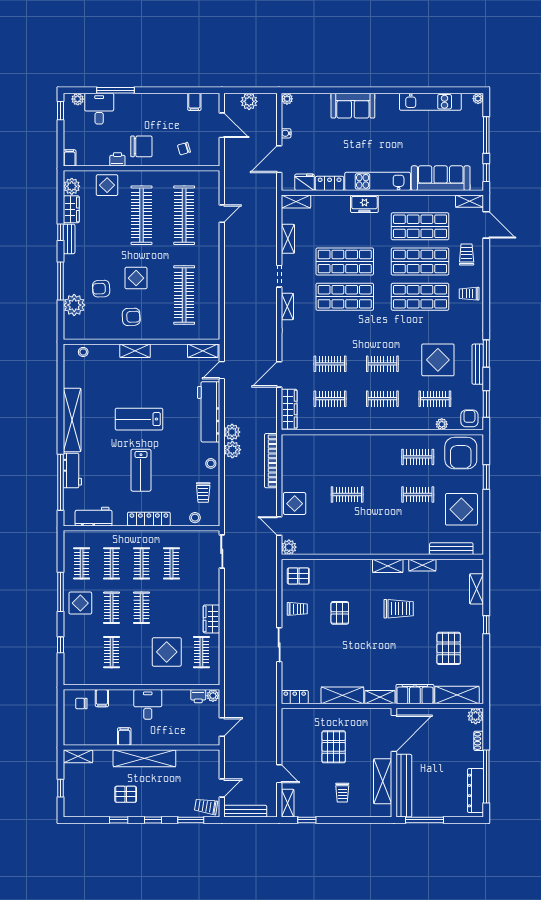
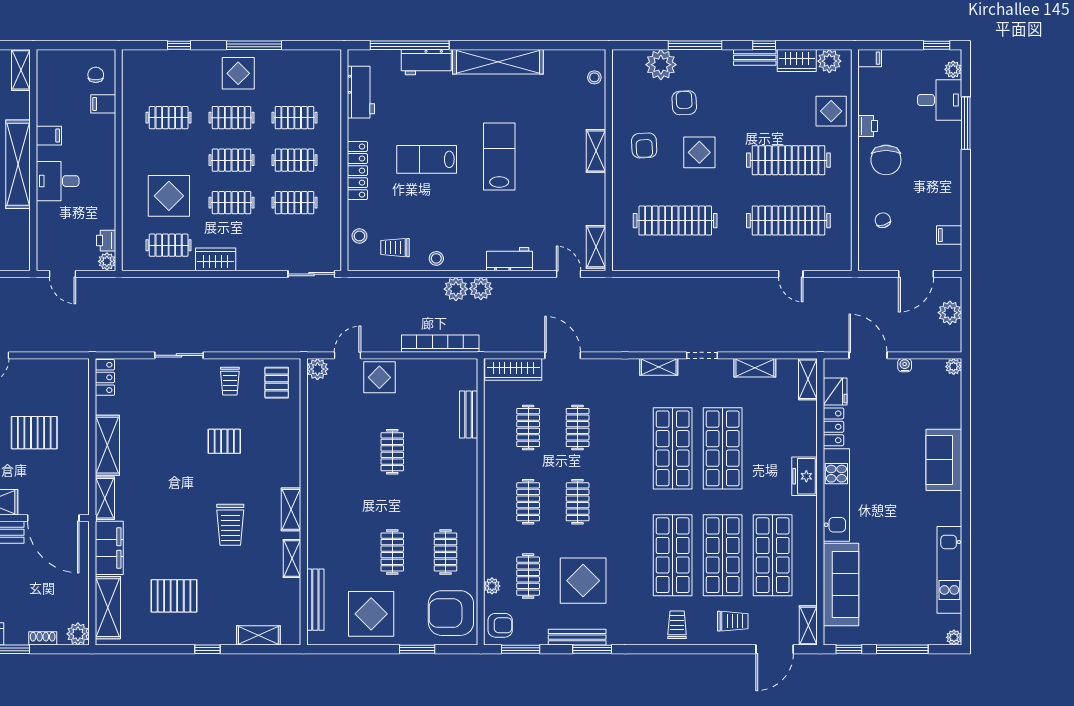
workbench: (209, 412) -> (509, 259), width x0.53, depth x0.76
bench: (321, 441) -> (469, 415), added
clothes rail: (82, 563) -> (232, 203), moved
desk: (148, 704) -> (58, 181), moved, turned 180

